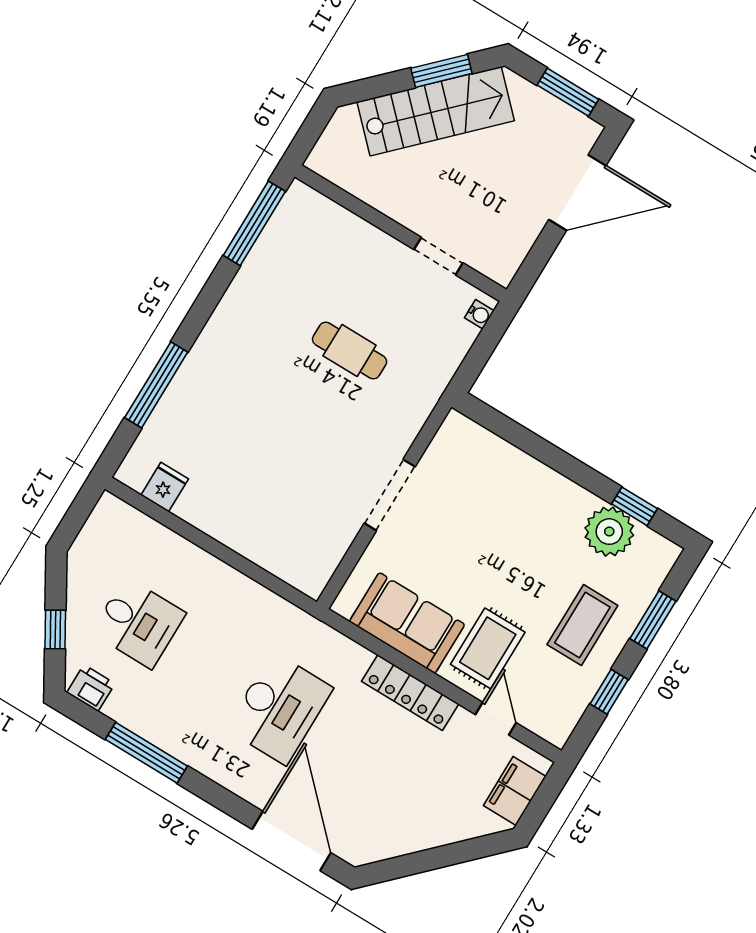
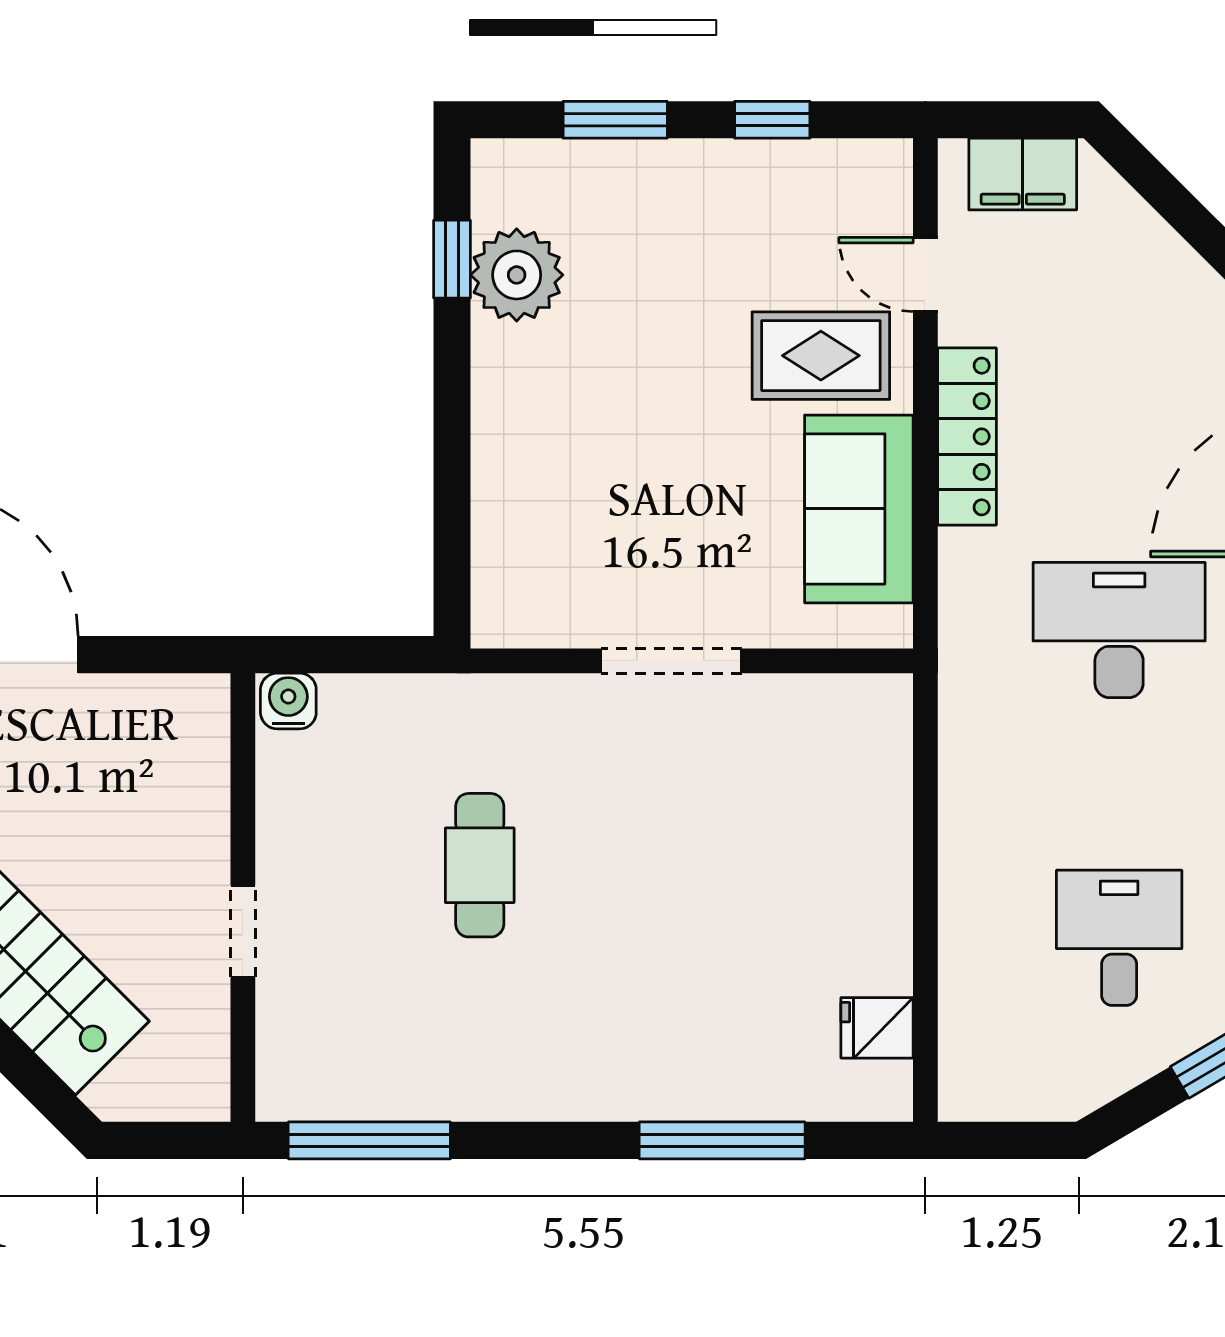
doorway: (438, 256) -> (243, 931), moved
water cooler: (479, 314) -> (288, 701), width x1.38, depth x1.38
coffee table: (582, 625) -> (692, 227), removed
door: (496, 719) -> (925, 274), hinge flipped

